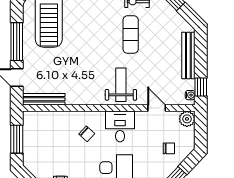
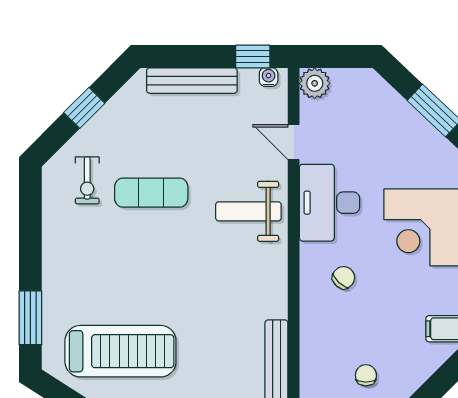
door: (157, 108) -> (294, 142), hinge flipped
desk: (120, 127) -> (329, 203), width x1.37
chair: (169, 148) -> (366, 375), moved

